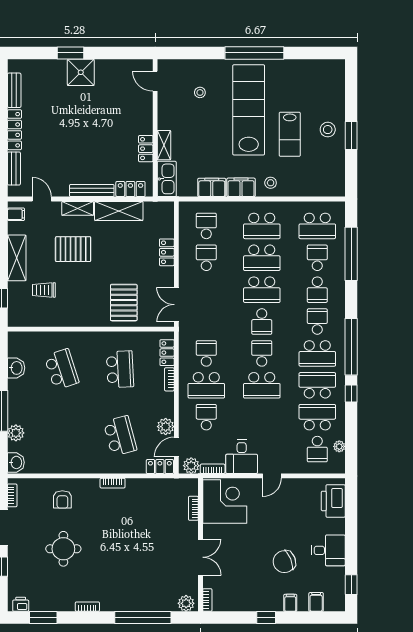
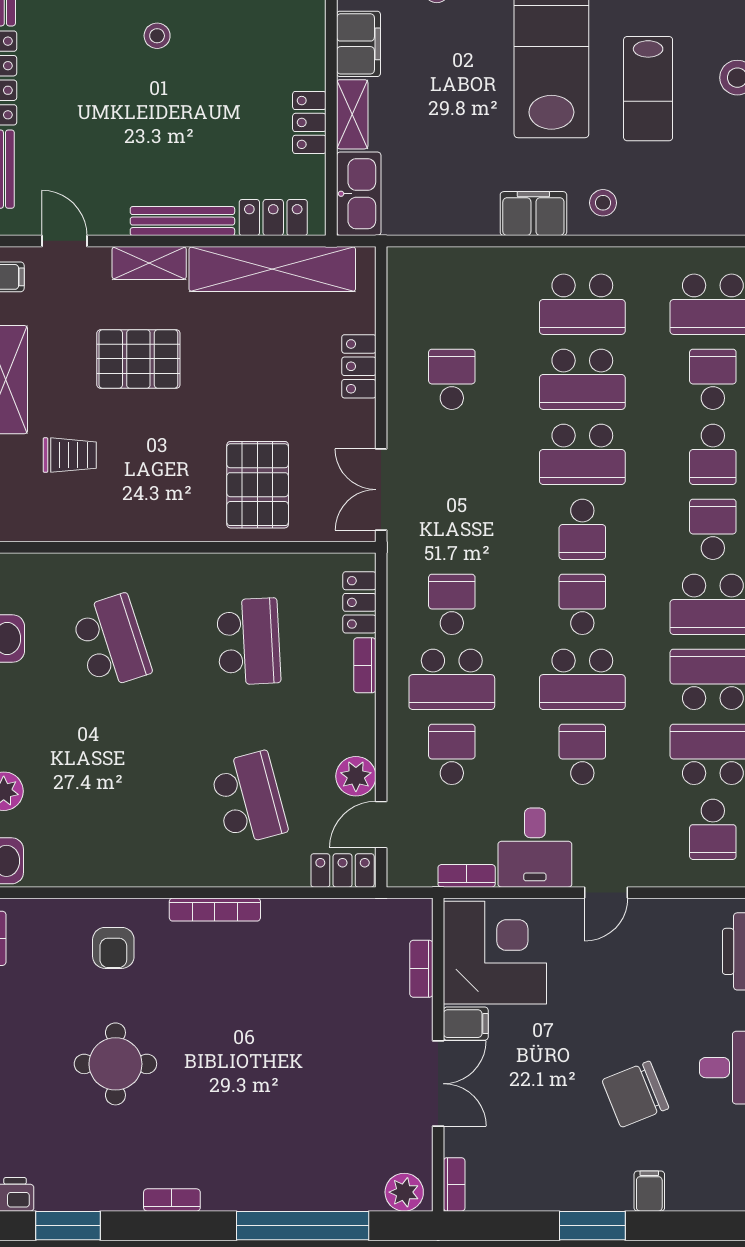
stool: (81, 112) -> (157, 36), added
filing cabinet: (212, 187) -> (359, 44), moved, turned 90
shelving: (119, 211) -> (272, 269), width x1.47
school desk: (206, 226) -> (582, 754), moved
trolley: (44, 290) -> (70, 455), turned 180
plant: (191, 466) -> (416, 868), removed
bookcase: (113, 483) -> (215, 910), width x1.56
filing cabinet: (316, 602) -> (466, 1024), moved, turned 90
window: (266, 617) -> (592, 1226), width x1.50

